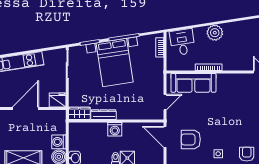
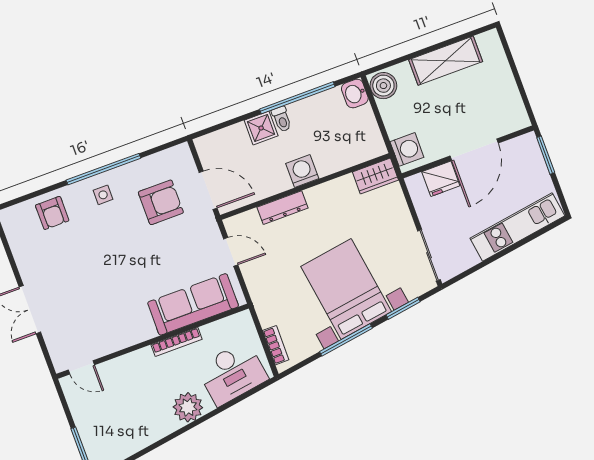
desk: (182, 42) -> (232, 373), width x1.37
fridge: (58, 100) -> (441, 179), moved
door: (165, 102) -> (231, 252), swing flipped
dresser: (104, 115) -> (282, 208), moved
washing machine: (59, 142) -> (407, 149), moved

